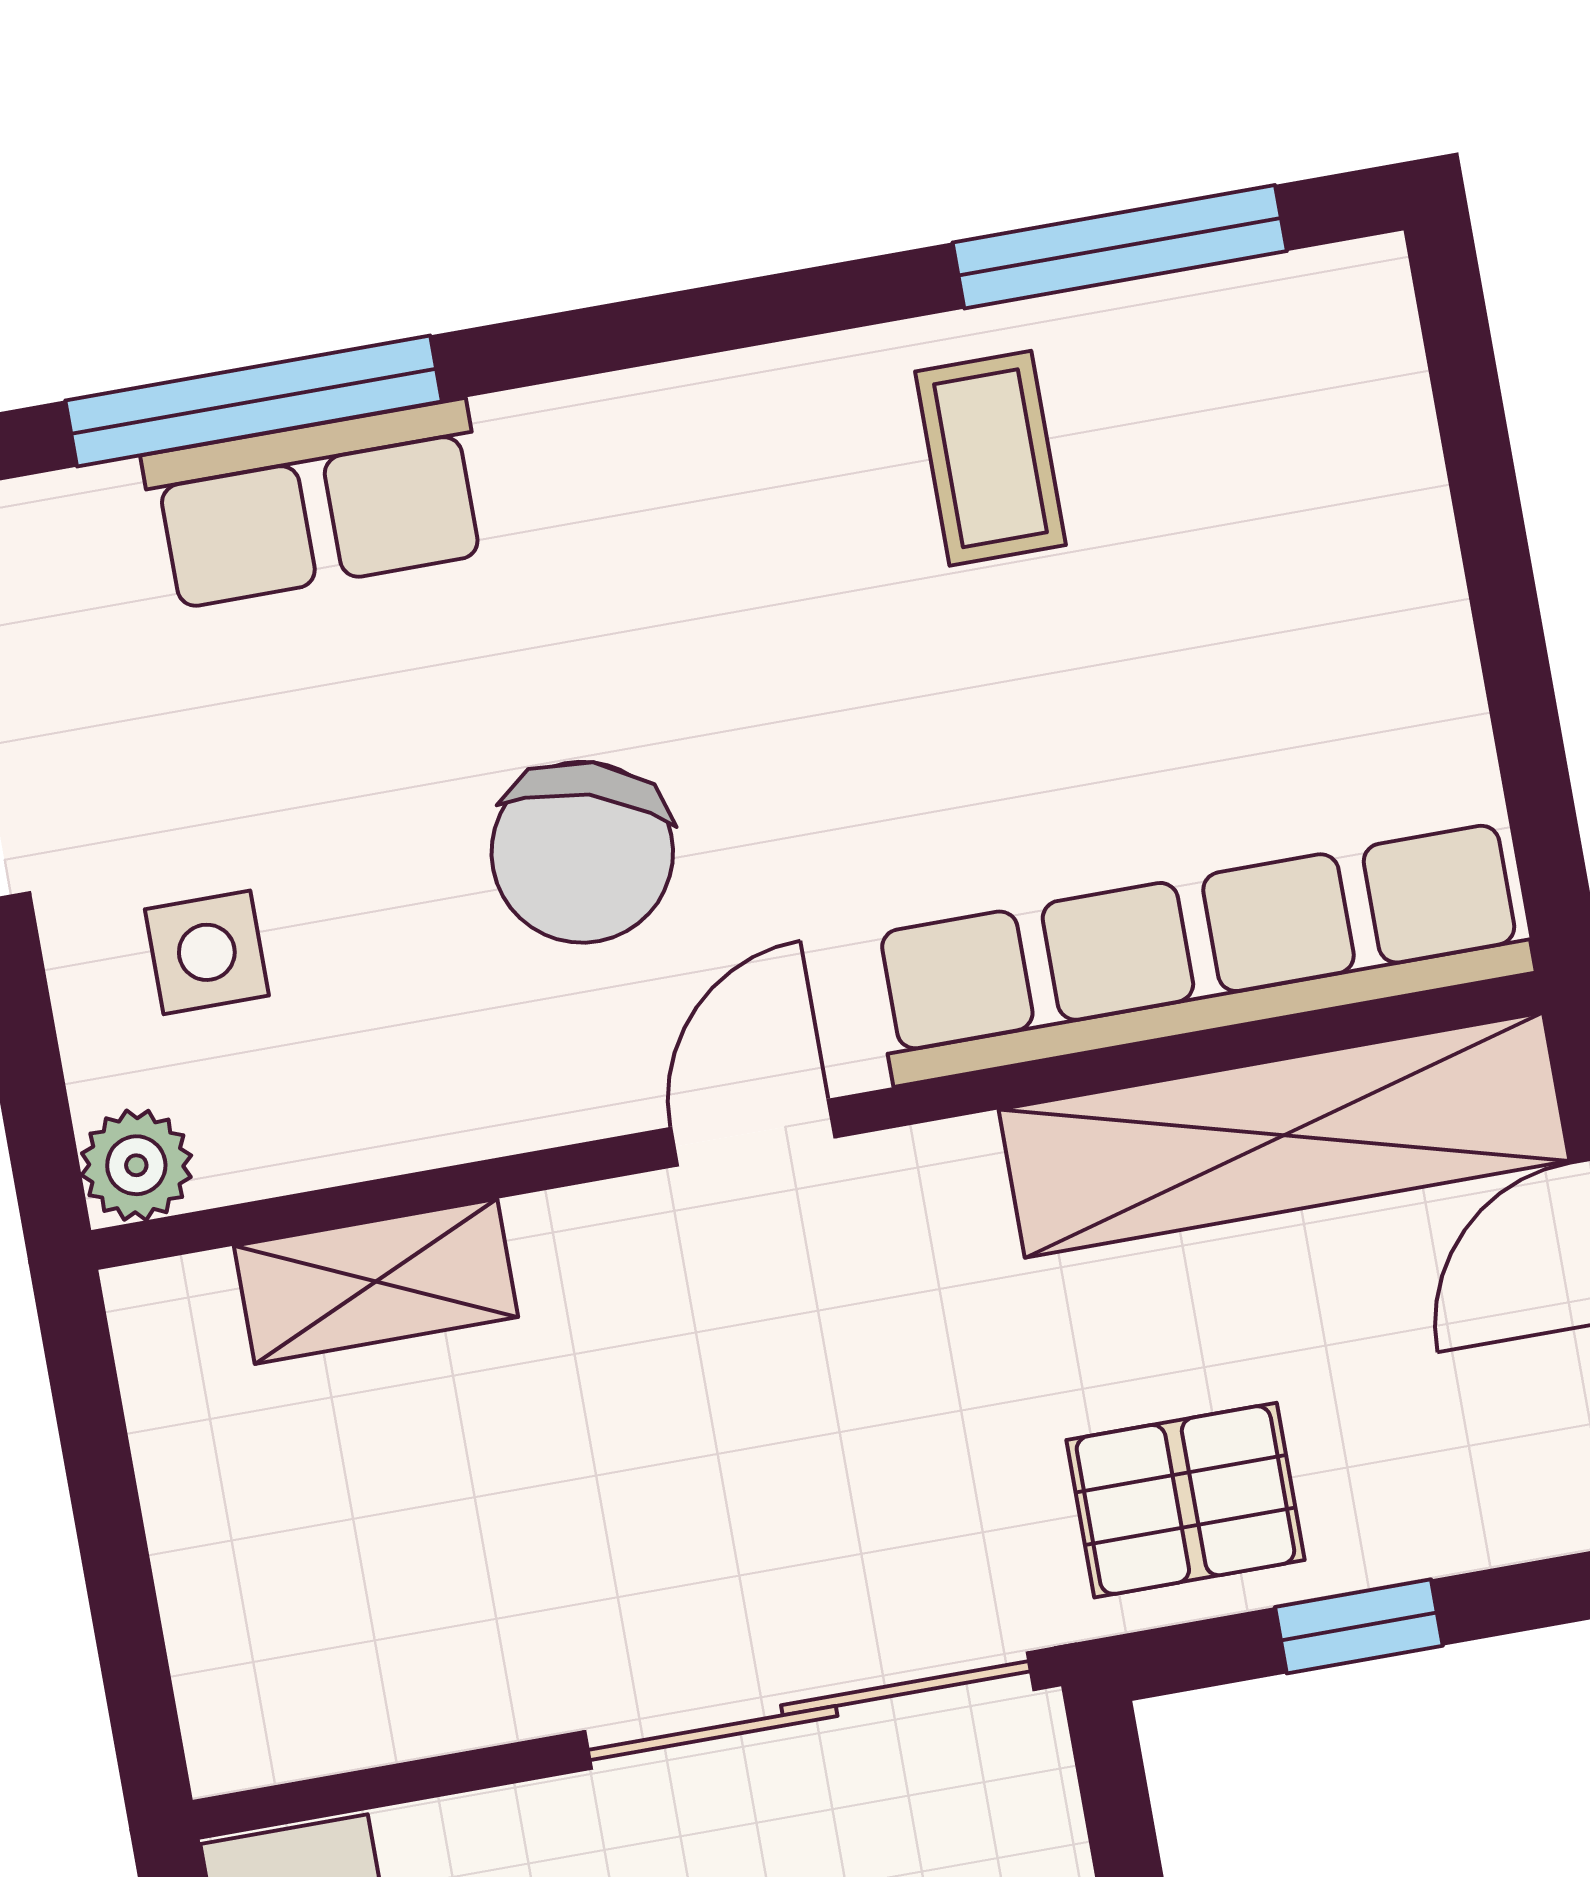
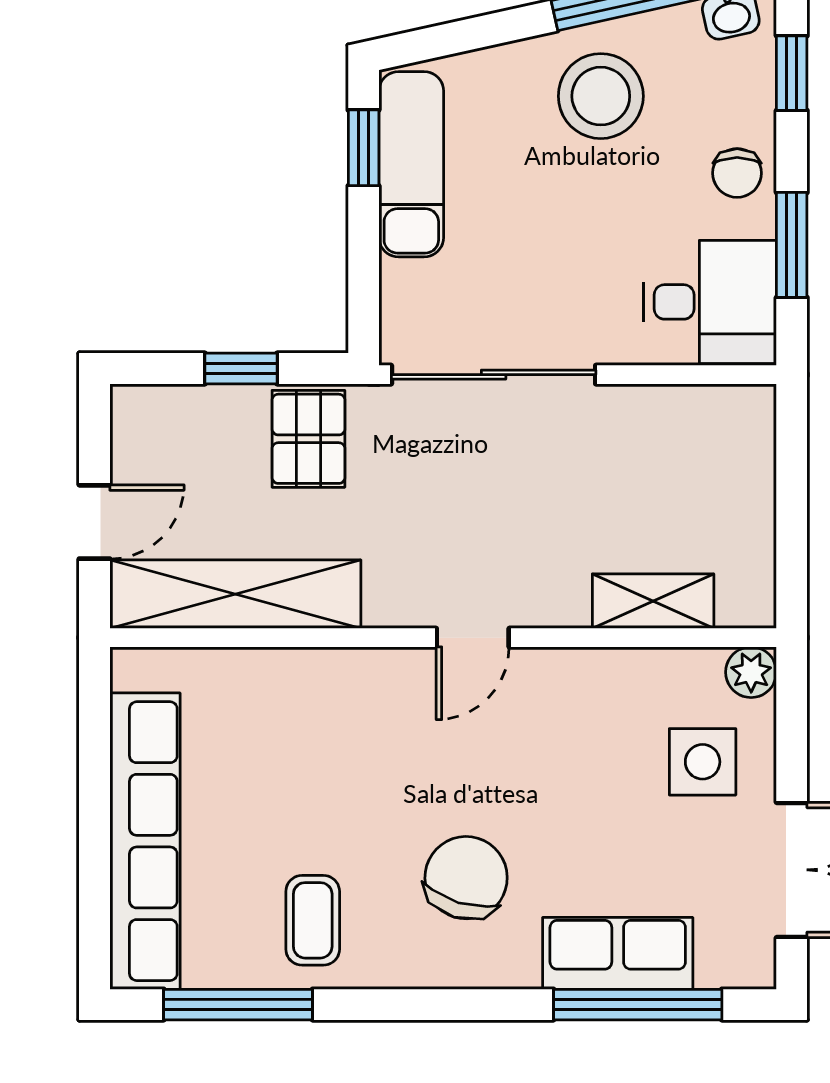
chair: (582, 852) -> (466, 878), moved
side table: (207, 952) -> (703, 762), width x1.37, depth x1.37
row of seats: (1201, 954) -> (145, 841), moved, turned -90
pallet: (1185, 1500) -> (308, 439), turned 90

